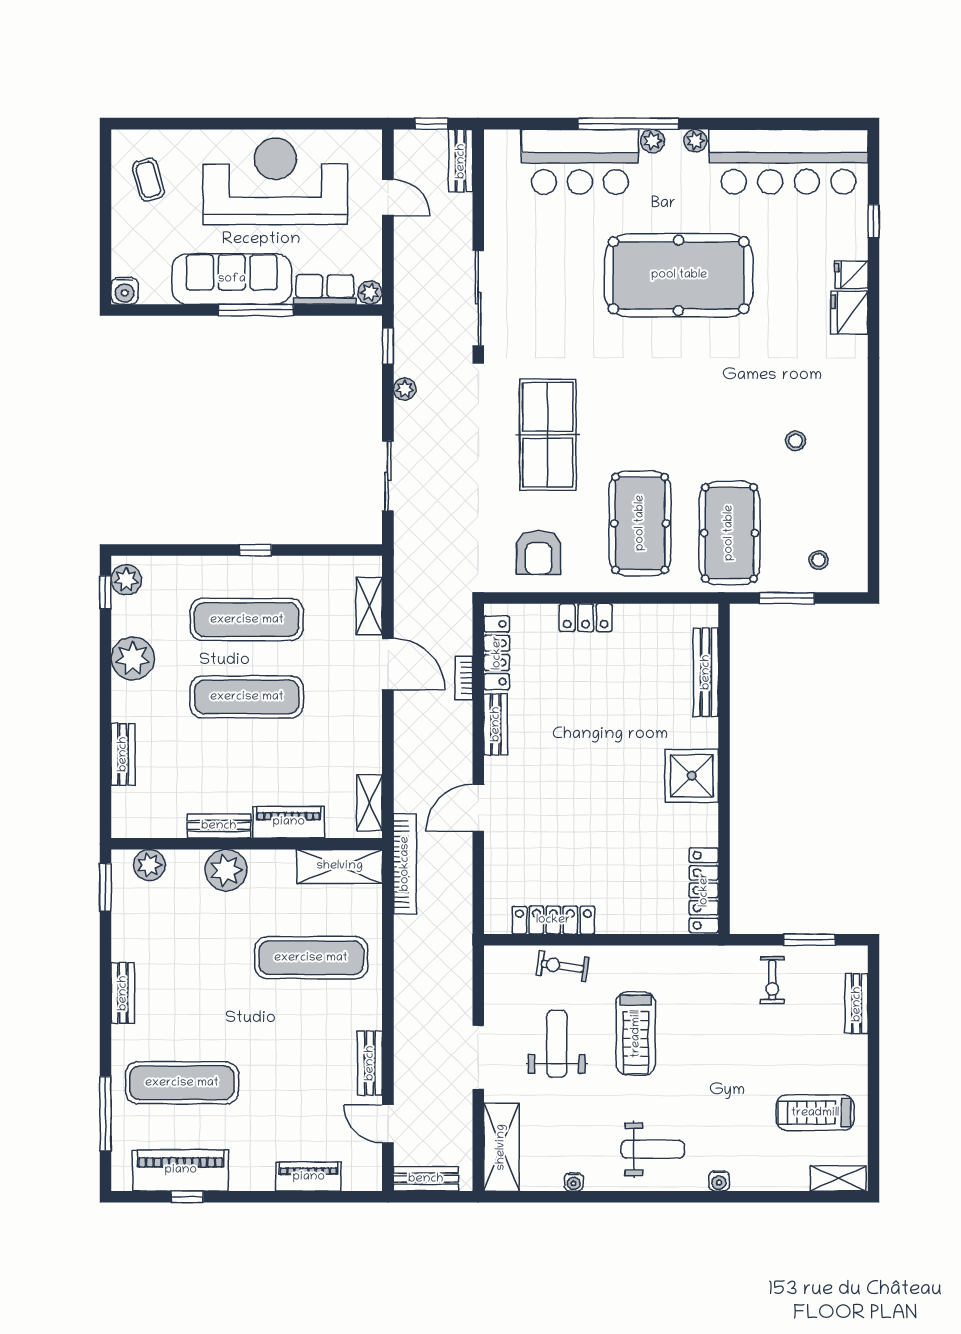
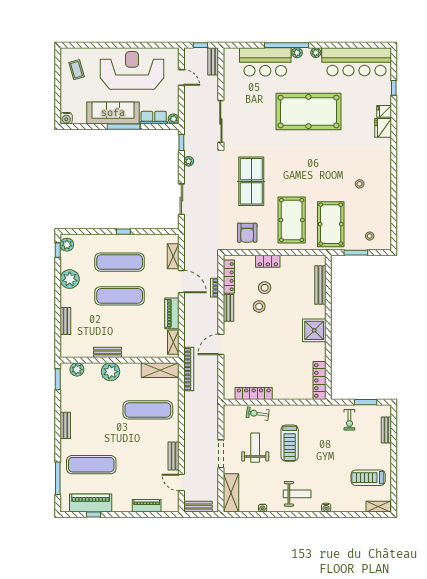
stool: (578, 678) -> (265, 288), added
stool: (566, 721) -> (259, 306), added
piano: (289, 822) -> (172, 313), moved, turned -90

